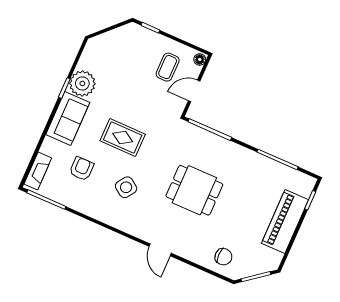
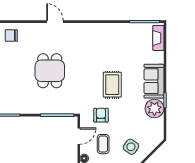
rug: (123, 138) -> (112, 85), turned 90
armchair: (82, 169) -> (101, 115), moved, turned 180
side table: (126, 187) -> (131, 147), moved
dining table: (194, 190) -> (50, 71), turned 90

